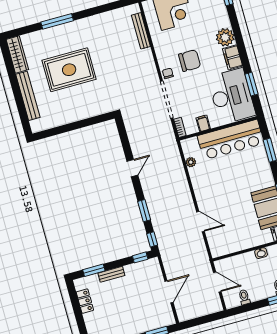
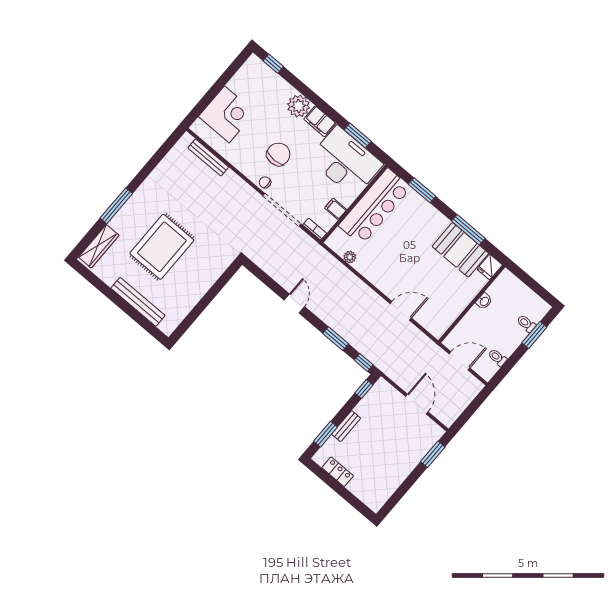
wardrobe: (17, 55) -> (99, 246), moved, turned 90

